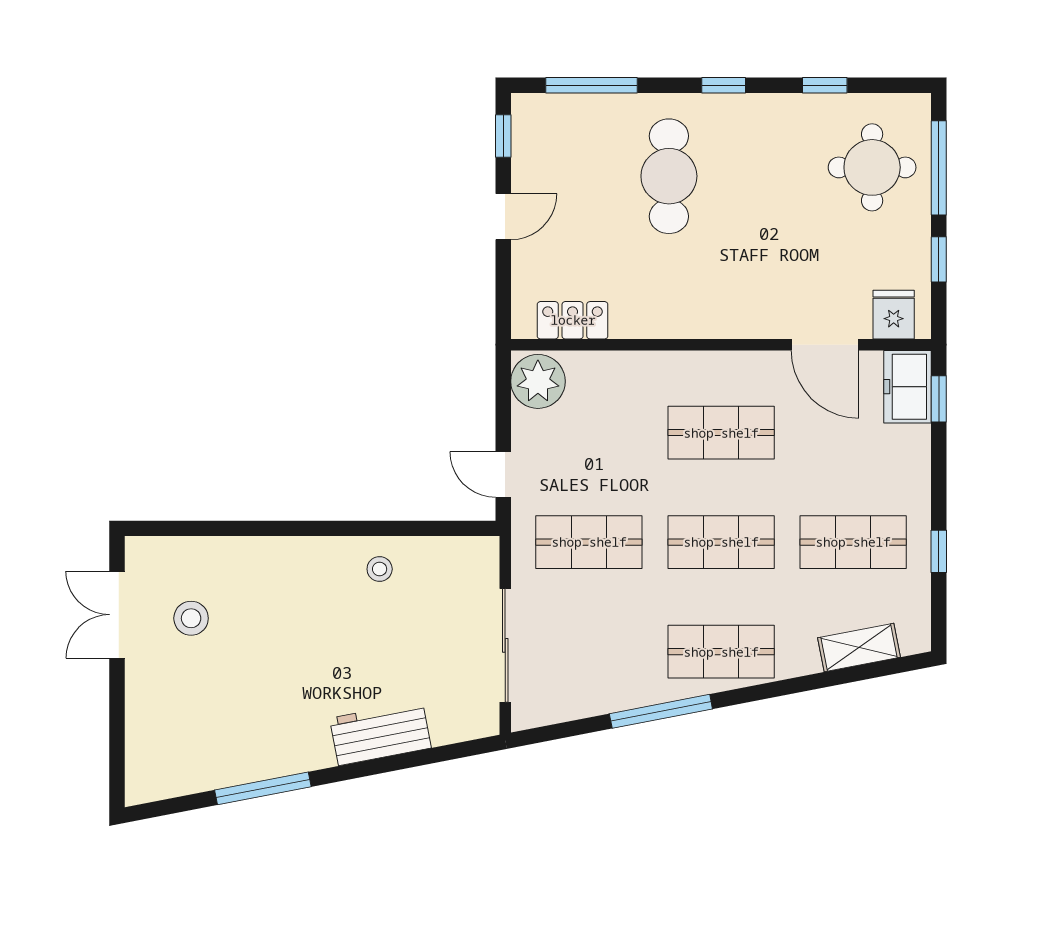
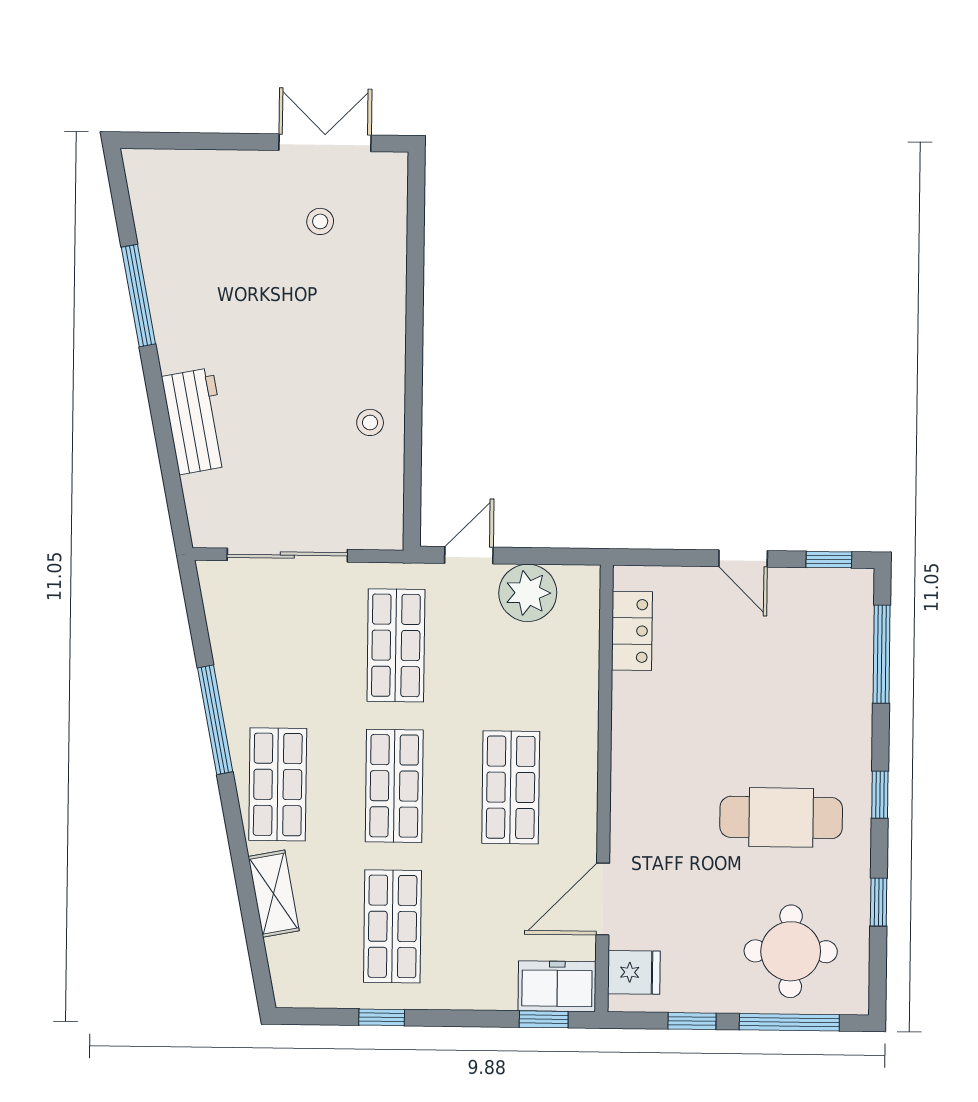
cafe table: (669, 176) -> (781, 817), moved
plant: (538, 381) -> (528, 593), moved
stool: (191, 618) -> (320, 221), width x0.73, depth x0.73
shelving: (859, 647) -> (274, 894), moved

